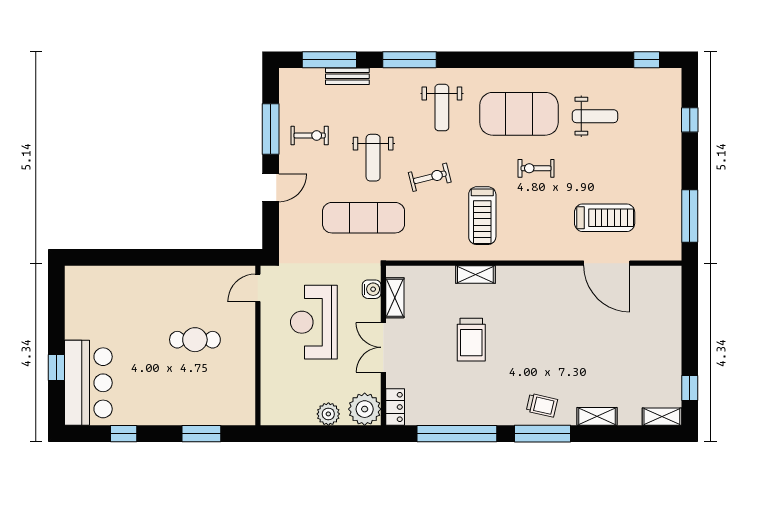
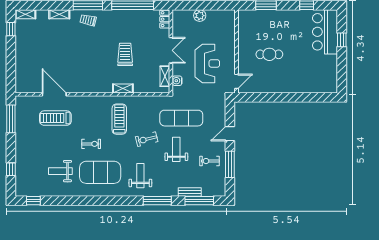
plant: (365, 409) -> (181, 18), removed

